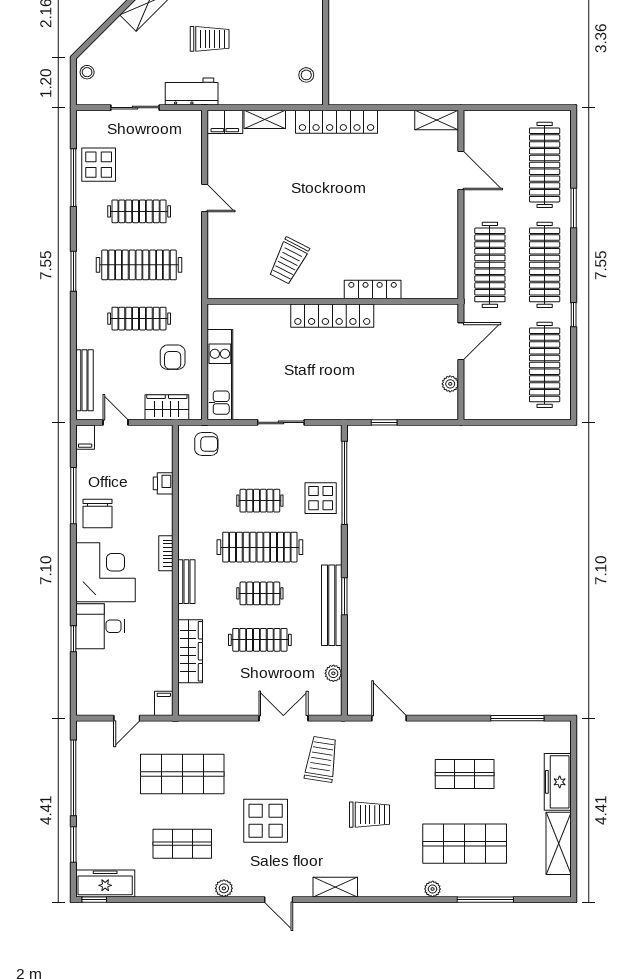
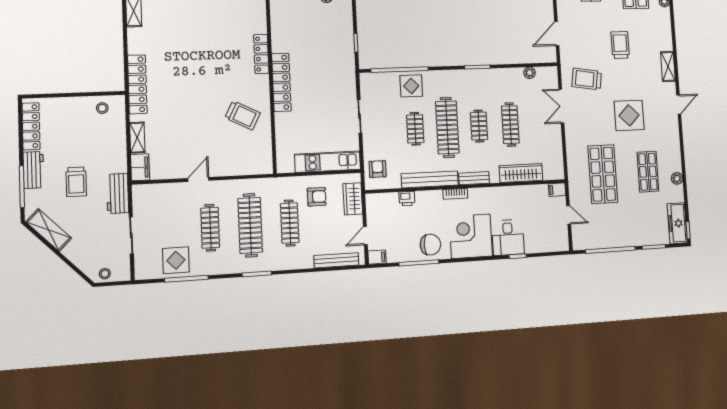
trolley: (210, 39) -> (76, 182), turned 180
bench: (332, 605) -> (430, 179), moved
plant: (224, 888) -> (677, 178), moved

